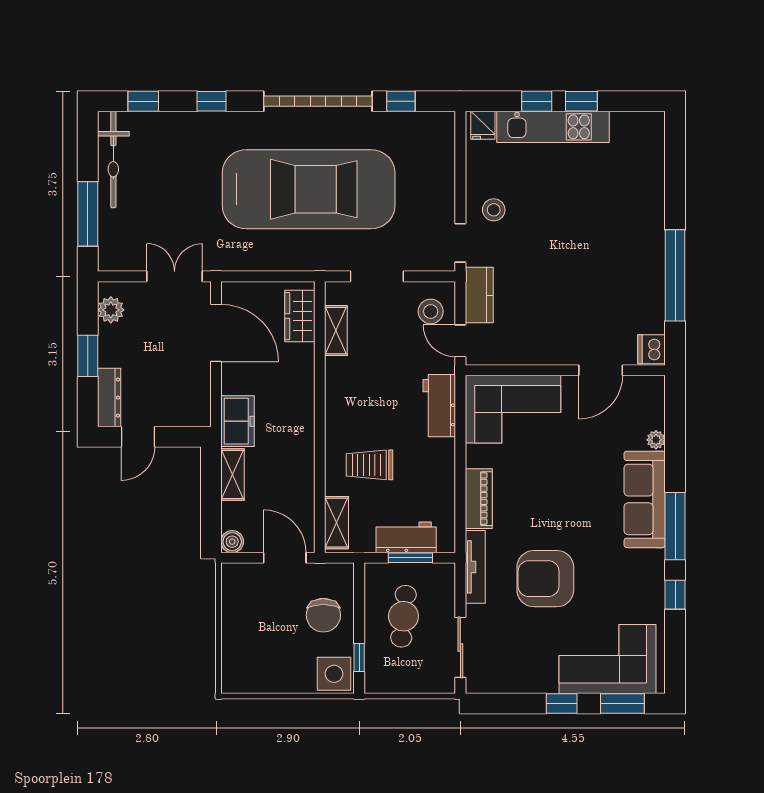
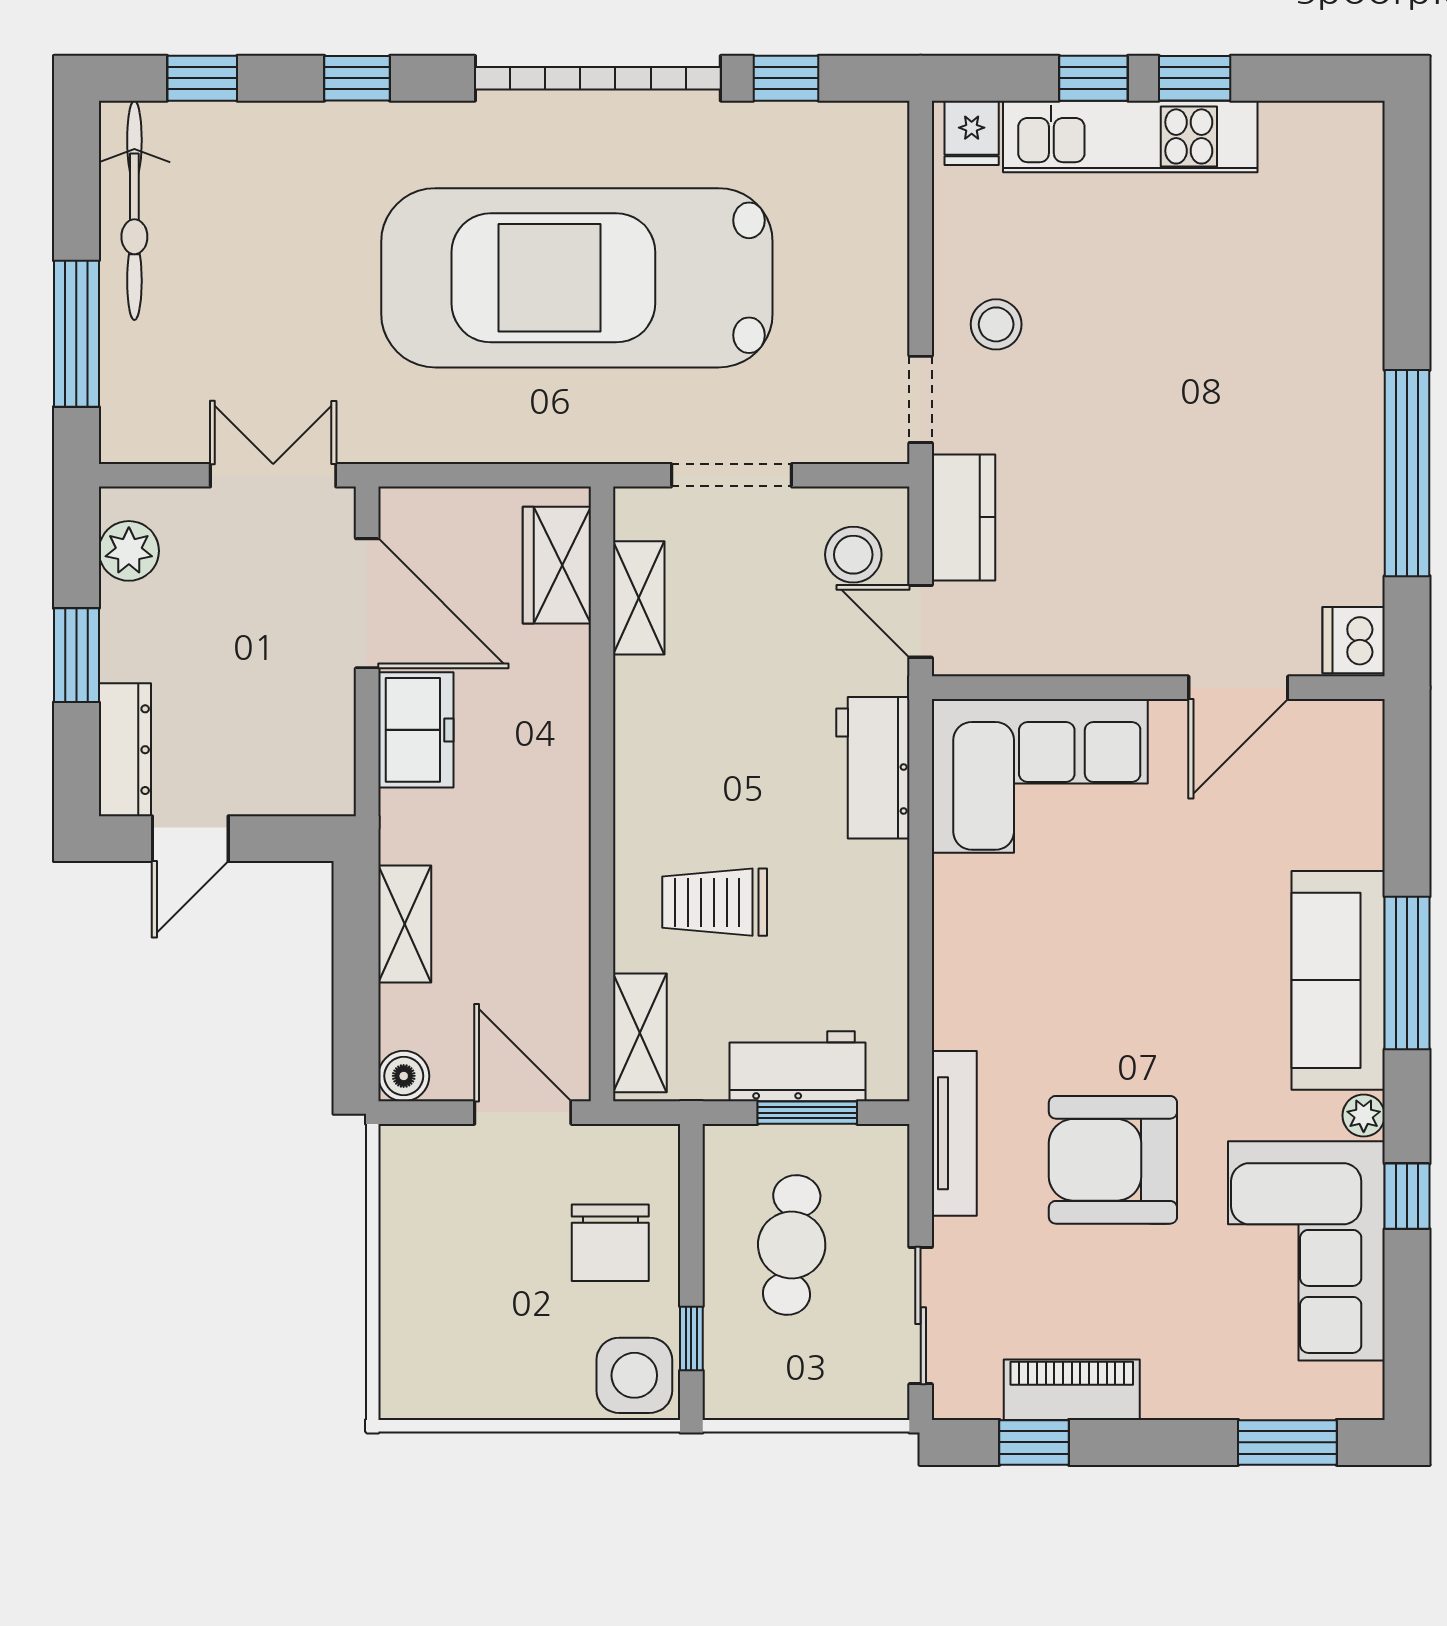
car: (309, 189) -> (577, 278), turned 180
freezer: (238, 421) -> (416, 730), moved
plant: (656, 440) -> (1364, 1115), moved
piano: (479, 499) -> (1072, 1390), moved, turned -90
window: (675, 526) -> (1407, 973), moved
corner sofa: (608, 659) -> (1306, 1251), moved, turned -90
window: (562, 703) -> (1034, 1442), moved

